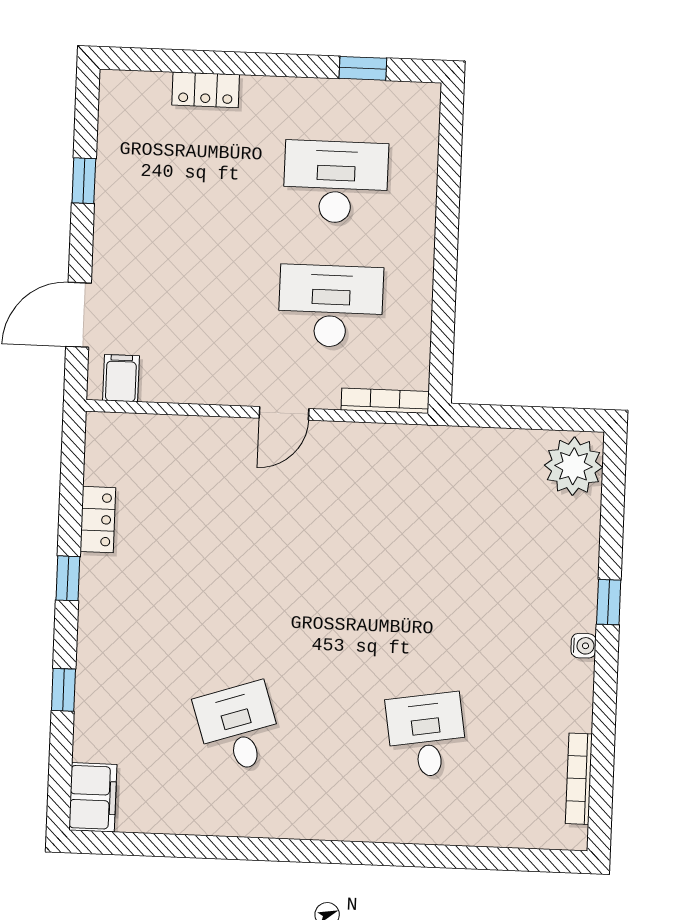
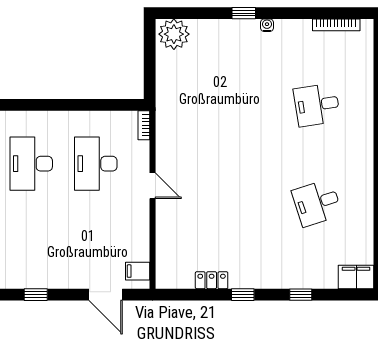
bookcase: (385, 401) -> (144, 125), width x0.64

